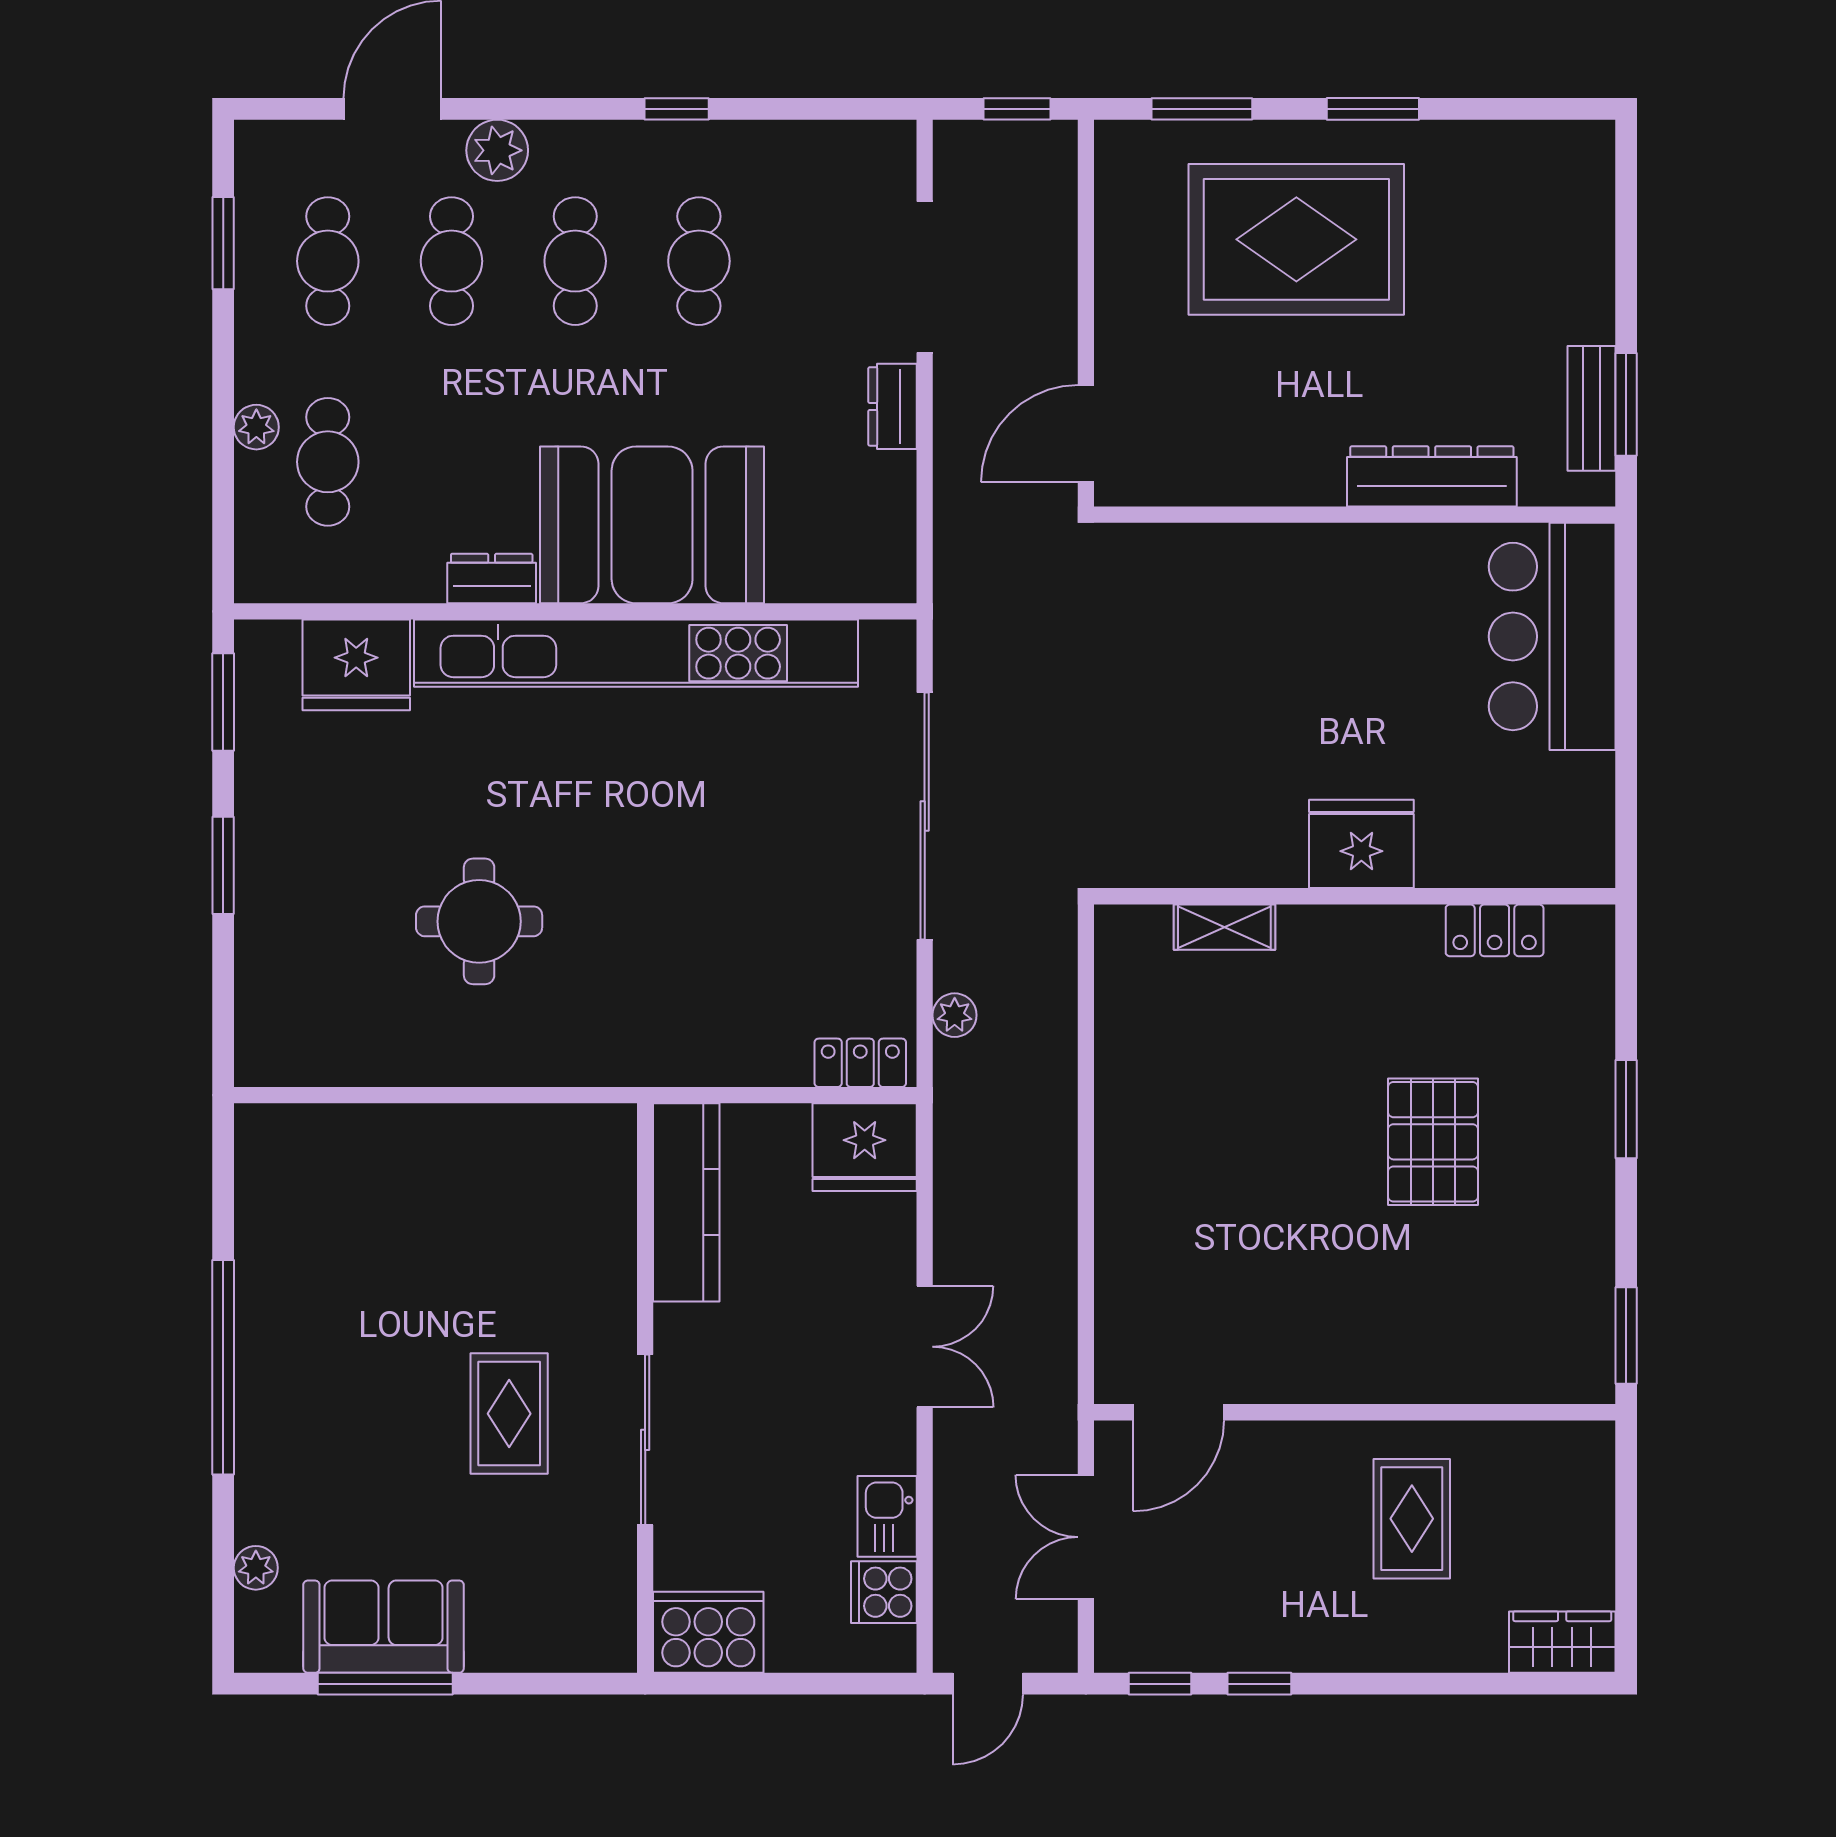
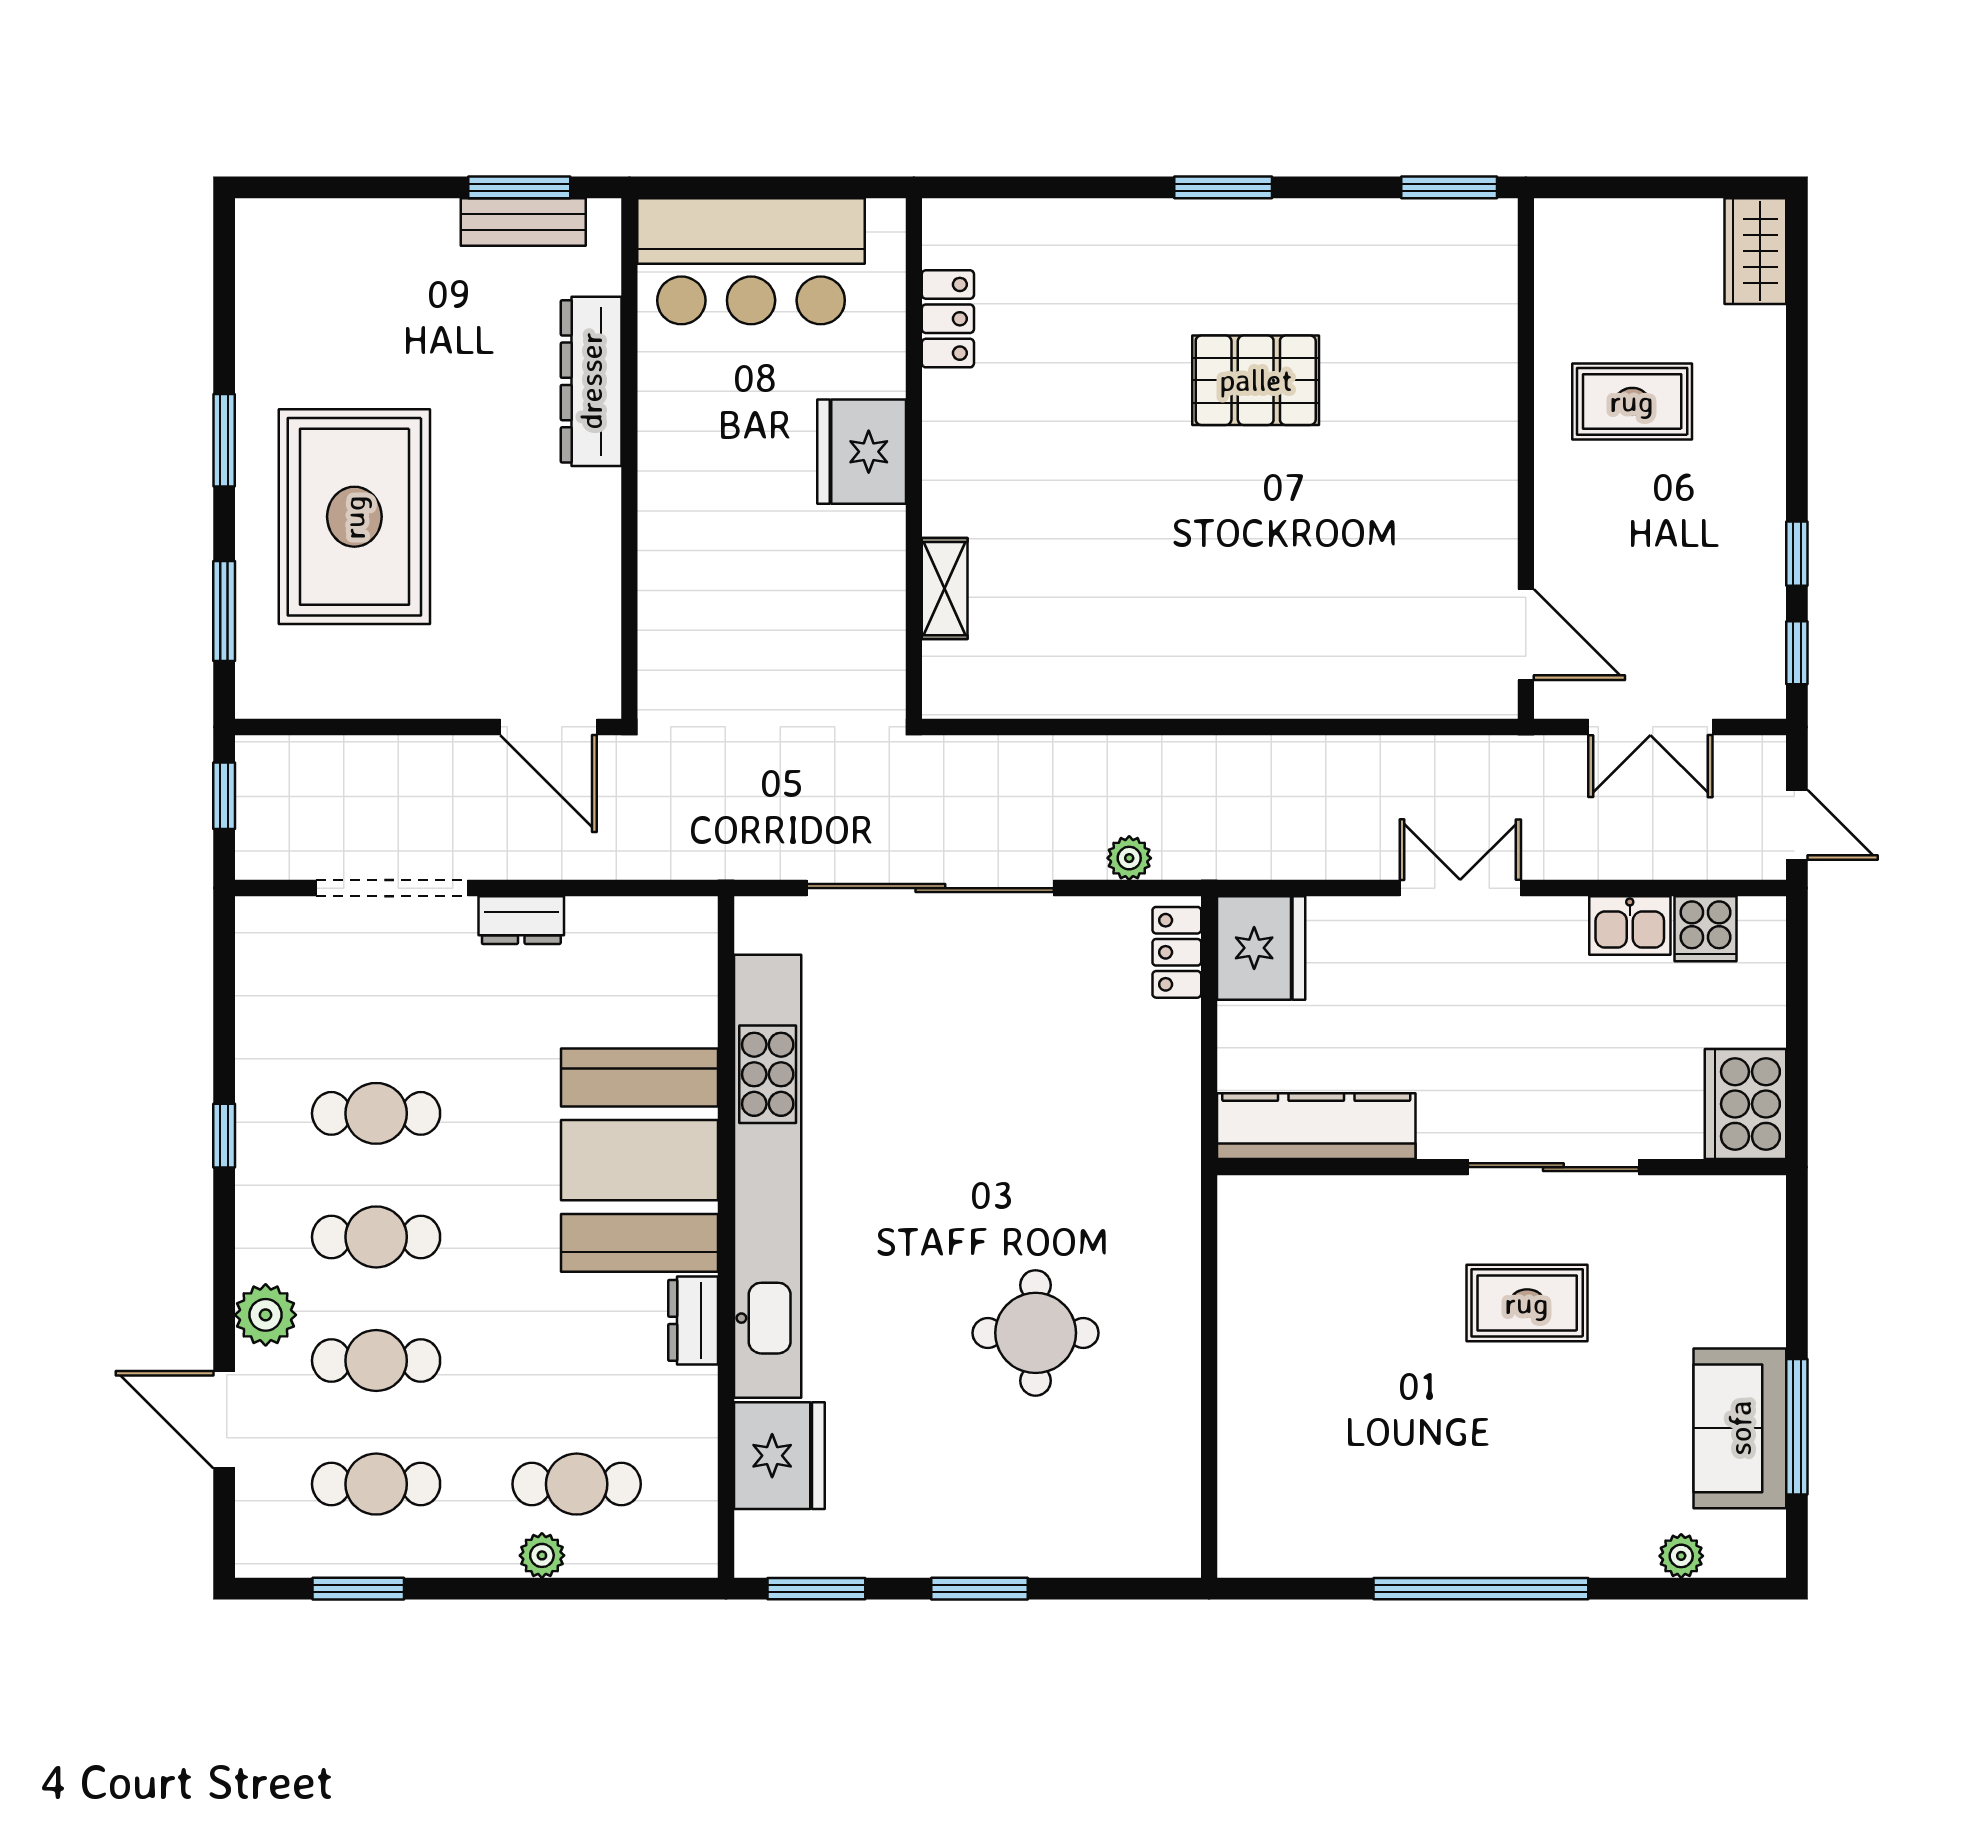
fridge: (1361, 844) -> (862, 452), moved
wall: (1355, 896) -> (914, 459), moved
shelving: (1224, 927) -> (945, 589), moved
locker: (1495, 930) -> (948, 319), moved

